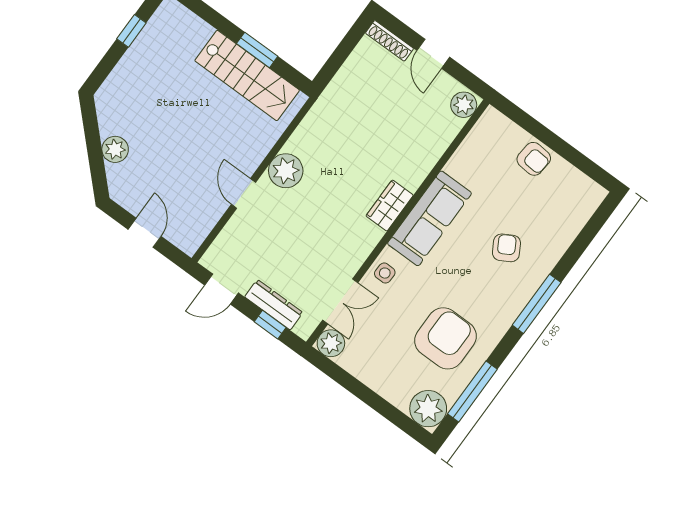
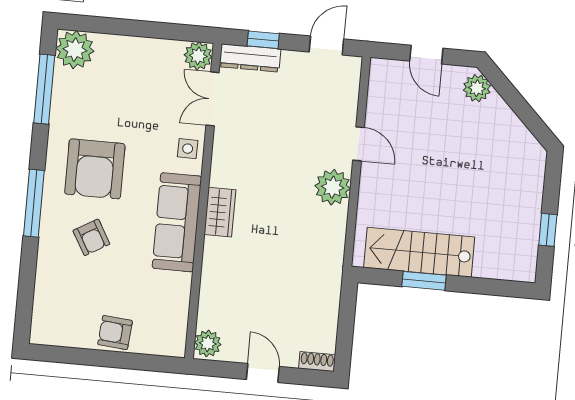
shoe rack: (389, 41) -> (317, 362), width x0.70
plant: (115, 149) -> (477, 88), moved
dresser: (274, 305) -> (250, 58), moved
armchair: (445, 338) -> (95, 169), moved

